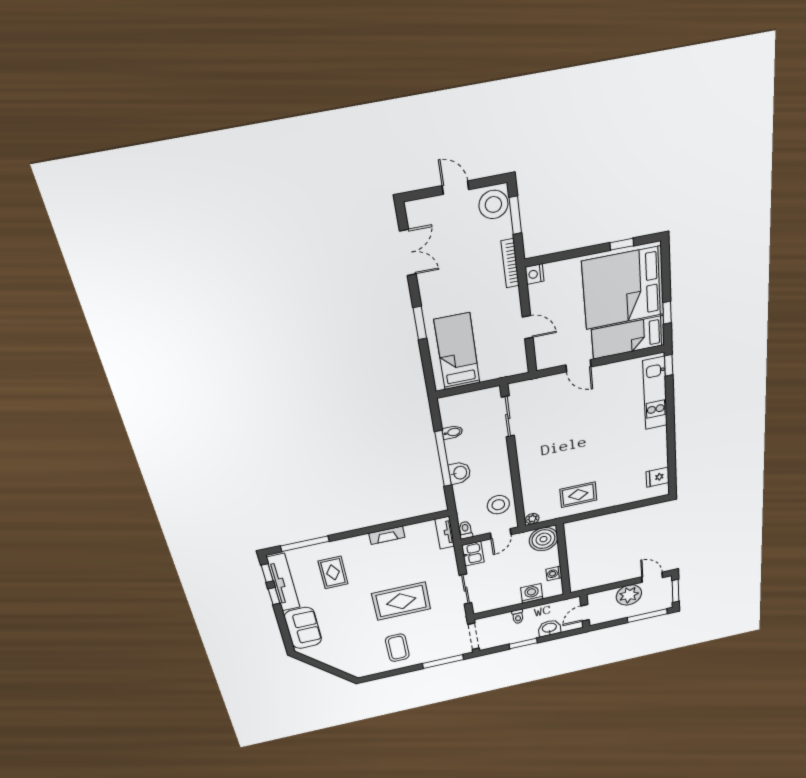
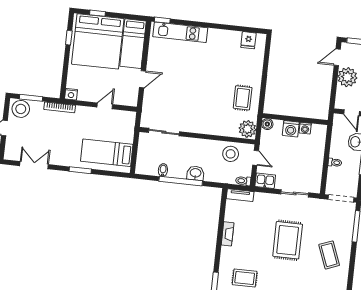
window: (667, 313) -> (98, 13), moved
plant: (532, 519) -> (247, 129), width x1.88, depth x1.88
boiler: (543, 539) -> (267, 124), width x0.54, depth x0.54
washing machine: (532, 593) -> (291, 129), moved, turned -90
coffee table: (397, 648) -> (329, 255), turned 69

